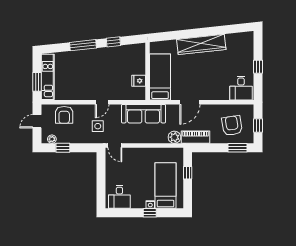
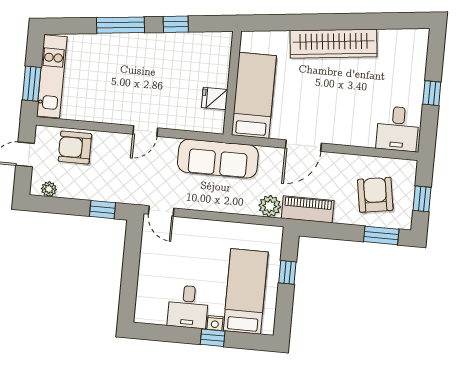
armchair: (64, 115) -> (75, 147), turned 90
side table: (98, 126) -> (134, 173), removed
window: (63, 148) -> (102, 210), moved
desk: (119, 197) -> (188, 307), moved

